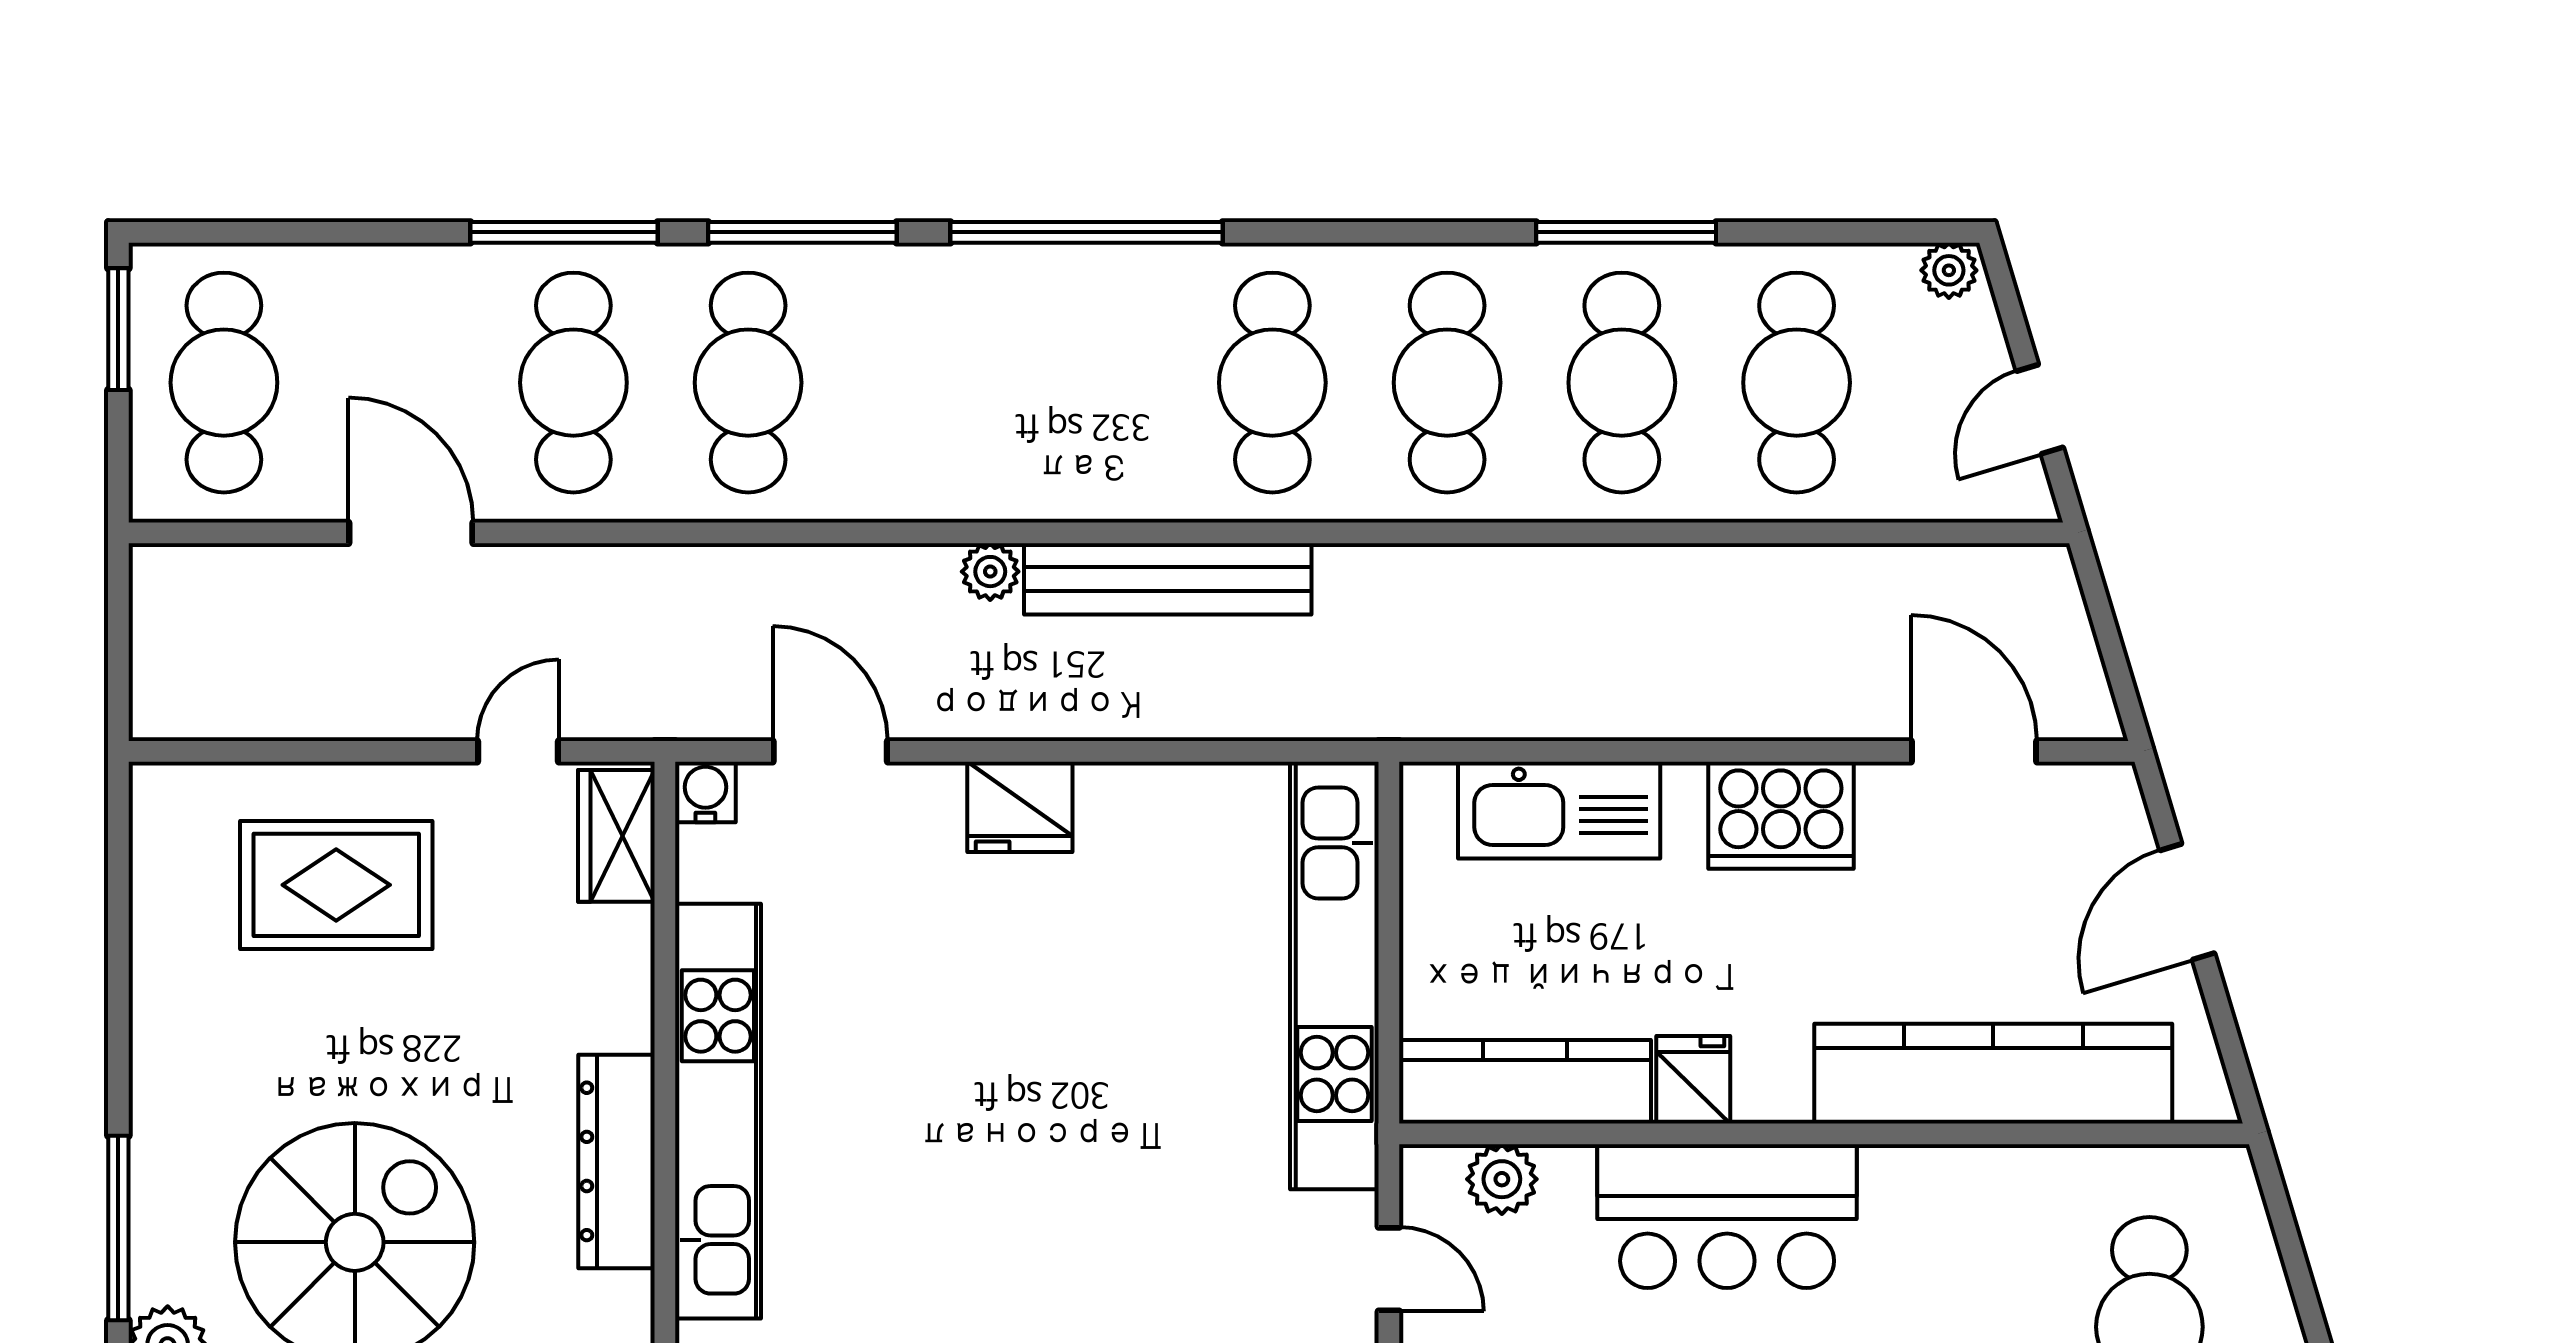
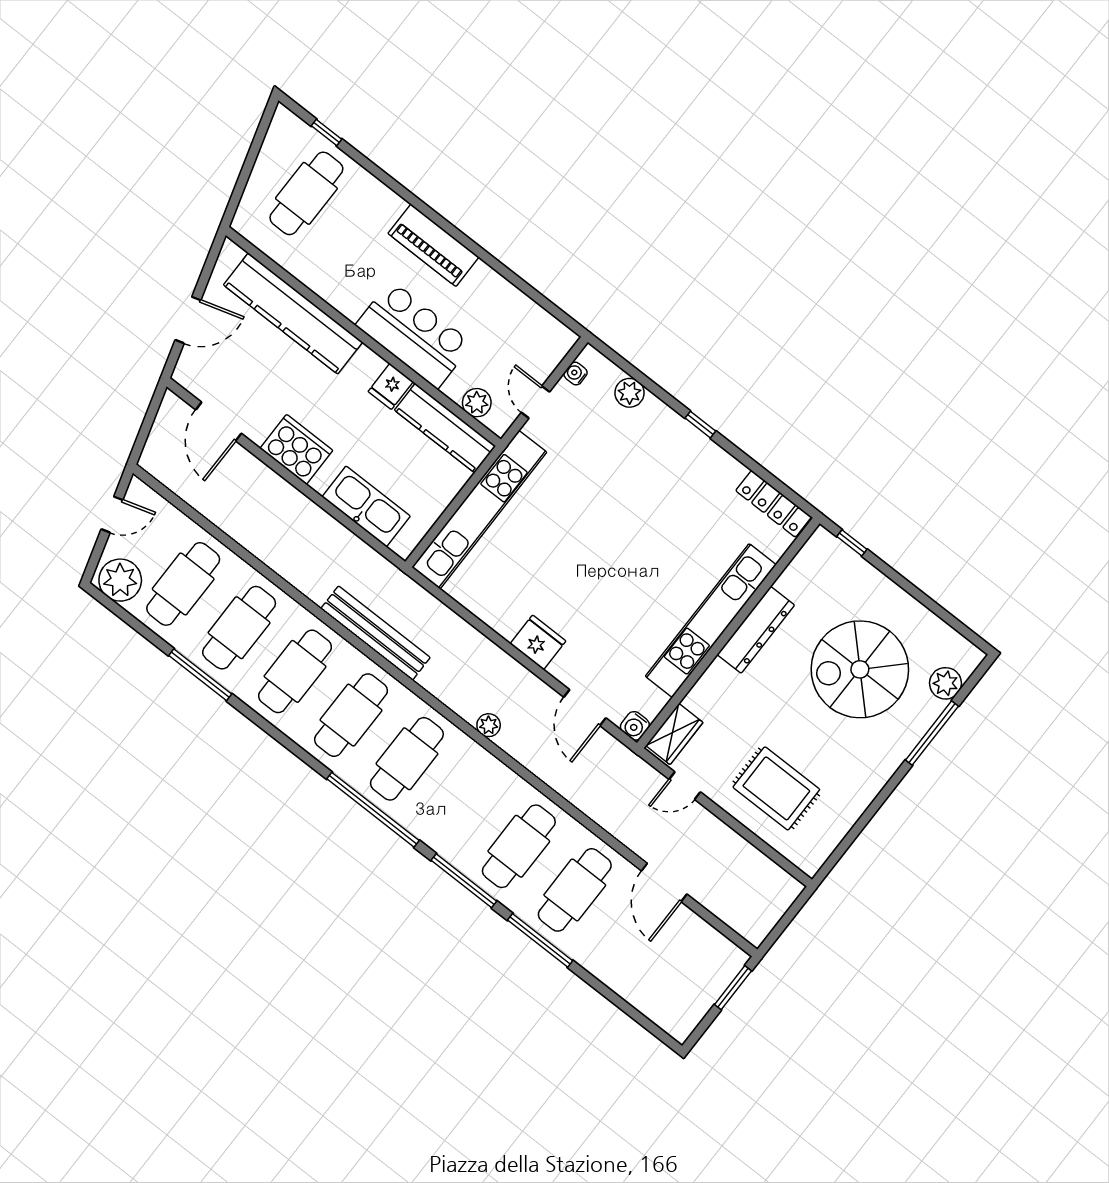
plant: (1949, 270) -> (120, 580), width x1.87, depth x1.87
window: (118, 329) -> (733, 988), moved
cafe table: (224, 383) -> (407, 759), moved
bench: (1168, 579) -> (375, 633), moved

